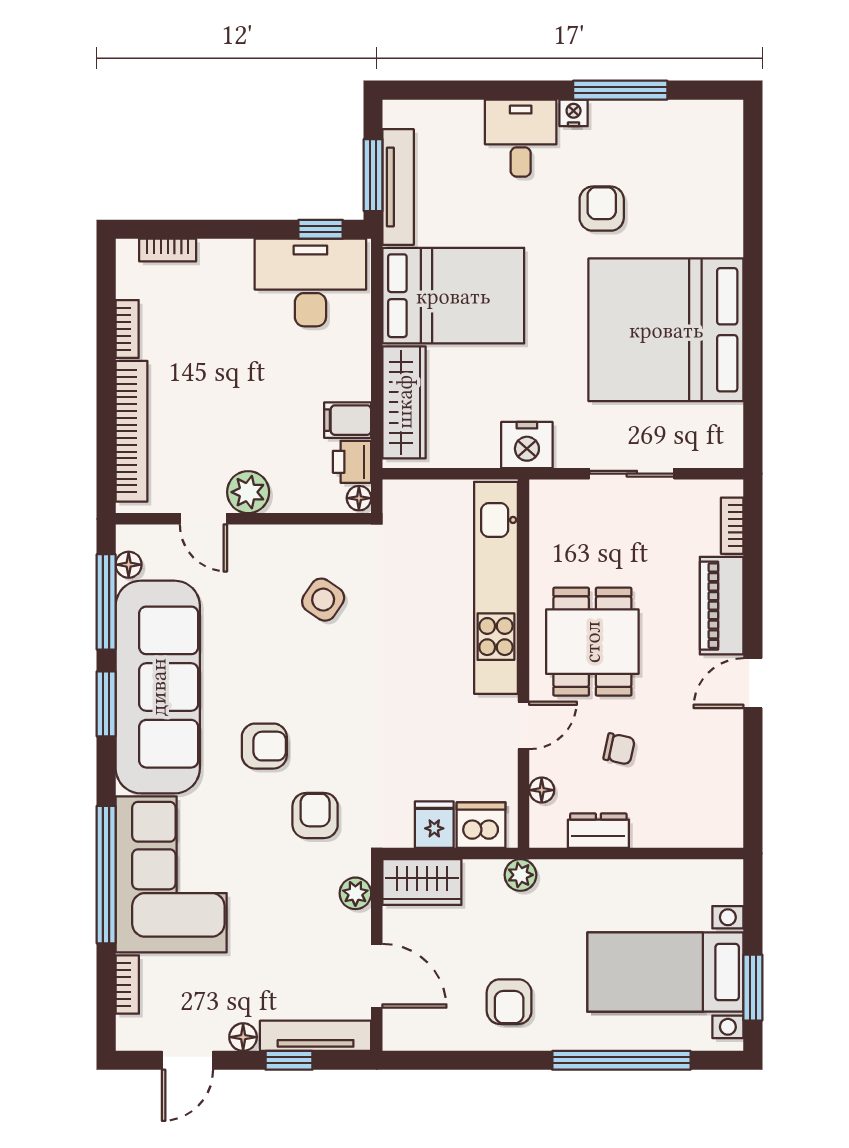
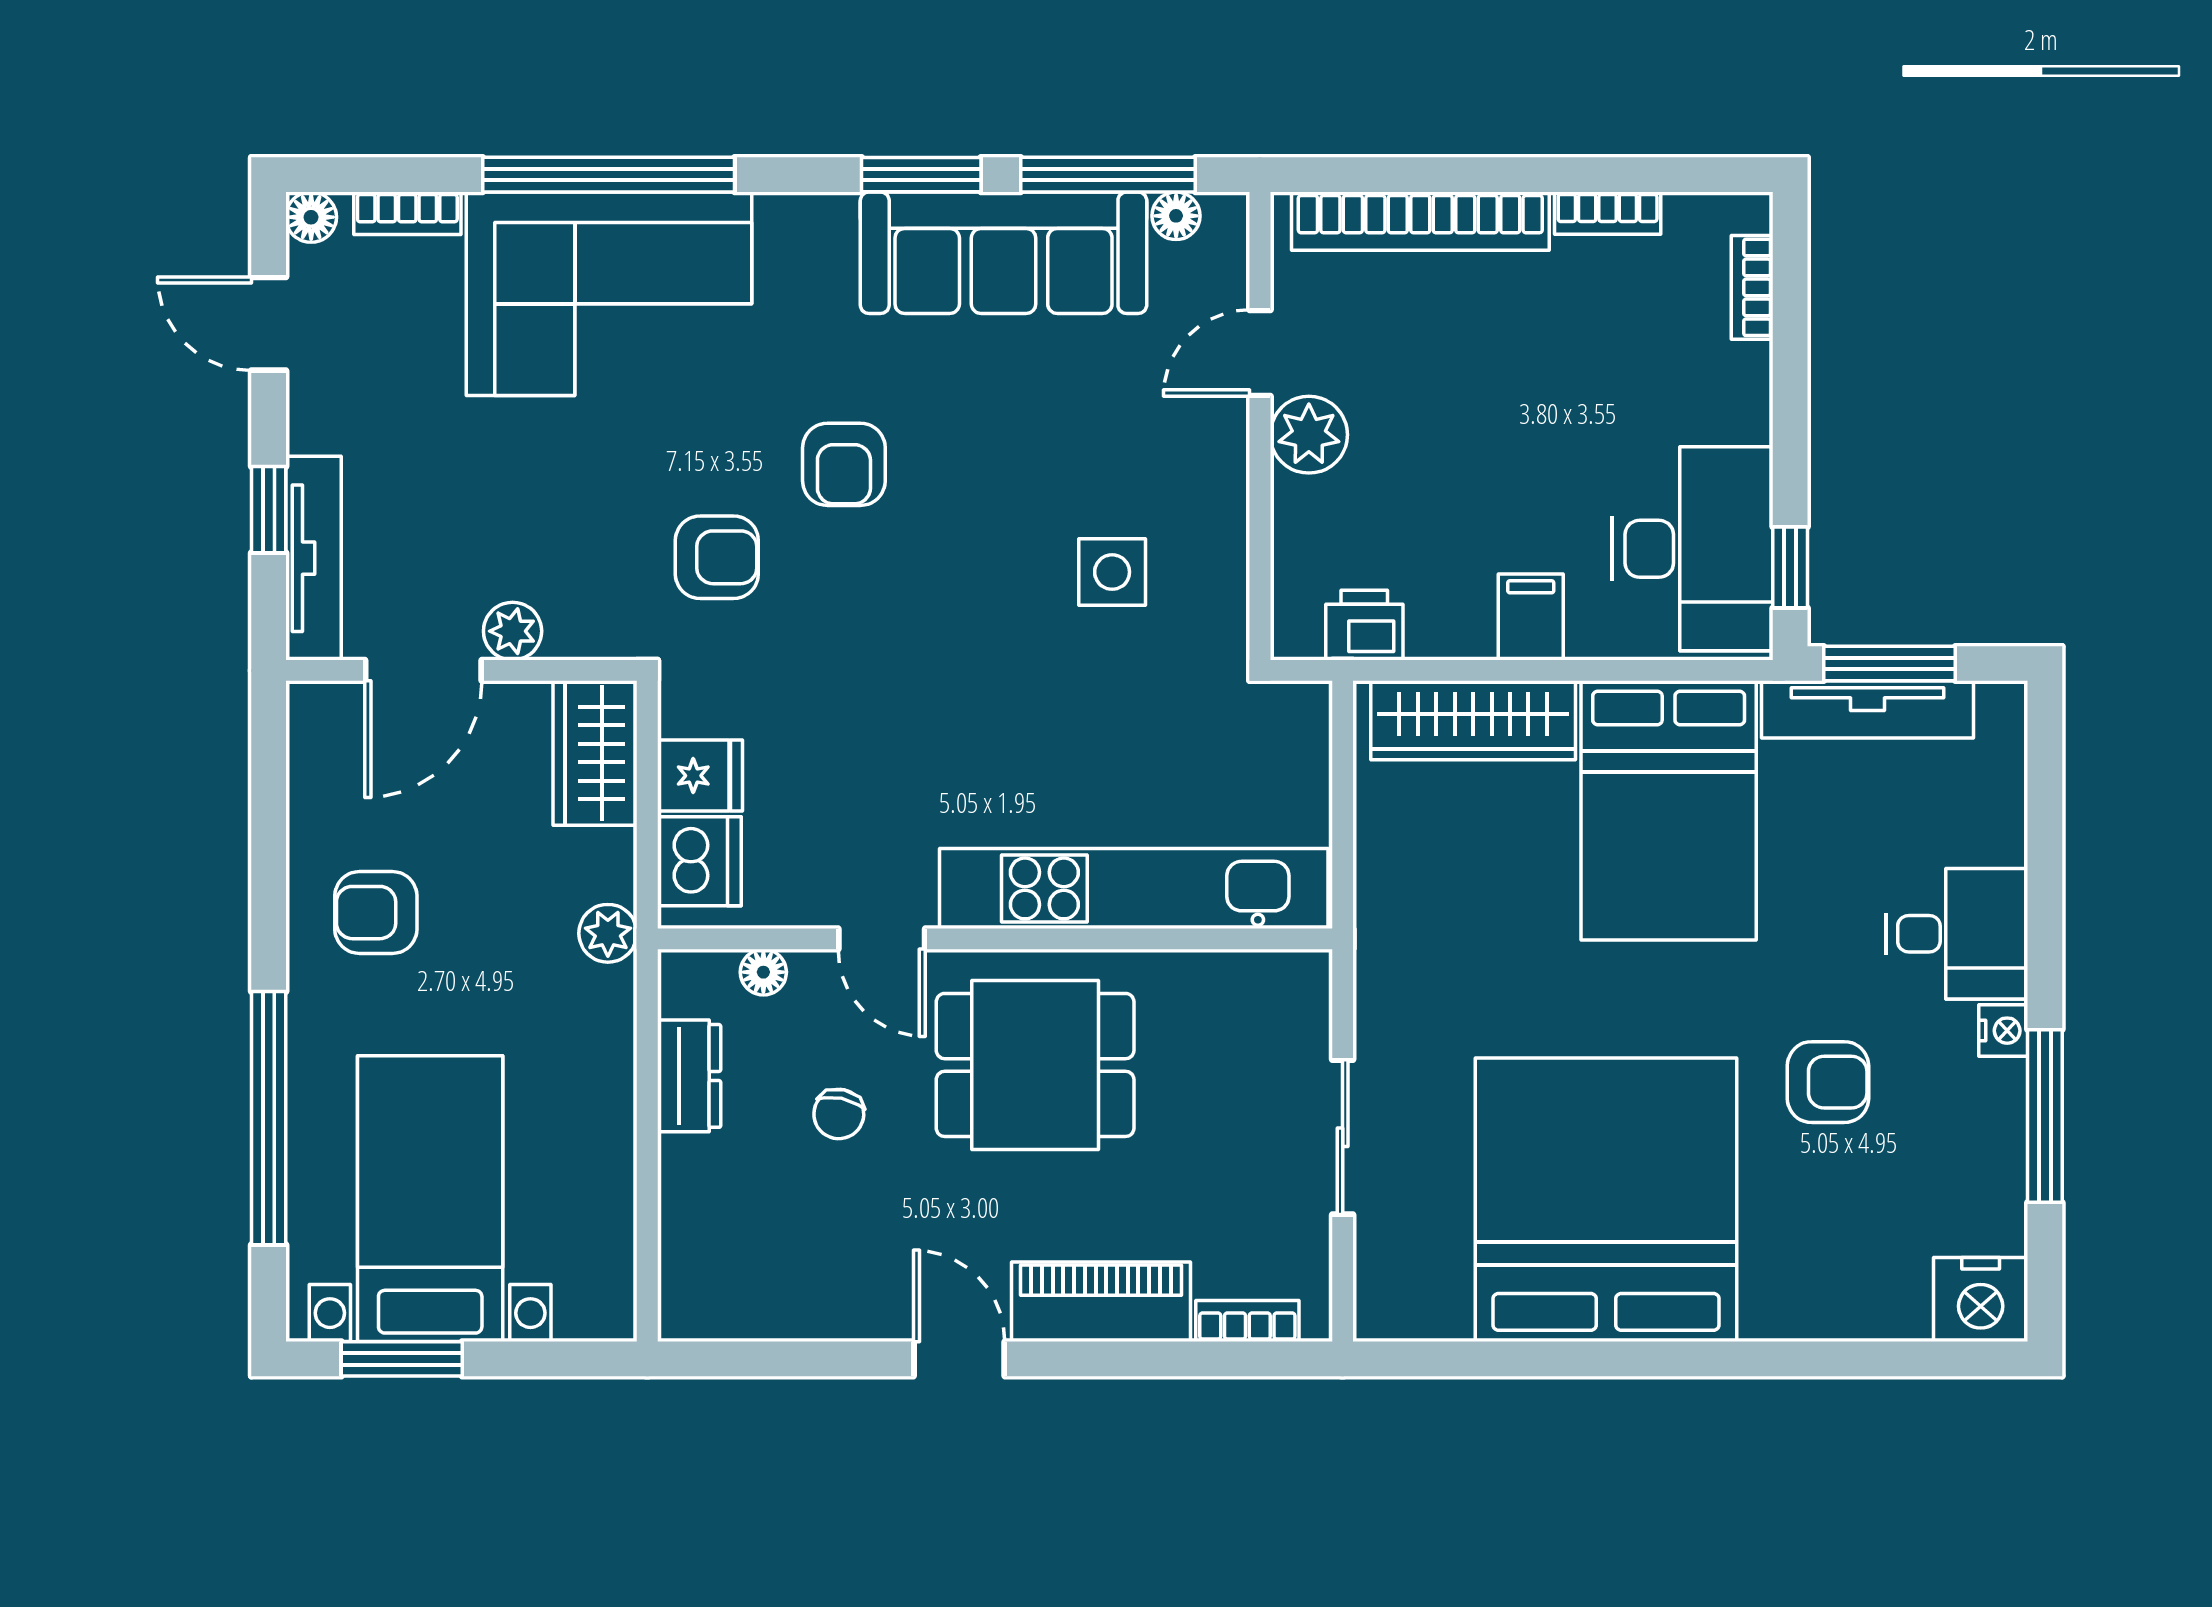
filing cabinet: (348, 420) -> (1531, 617), moved
nightstand: (527, 445) -> (1981, 1299), moved, turned -90
floor lamp: (359, 498) -> (1298, 638), removed
side table: (323, 600) -> (1112, 572), turned -34
sofa: (158, 687) -> (1004, 253), width x0.74, depth x0.79
plant: (355, 893) -> (513, 631), moved
floor lamp: (243, 1037) -> (311, 217), moved

